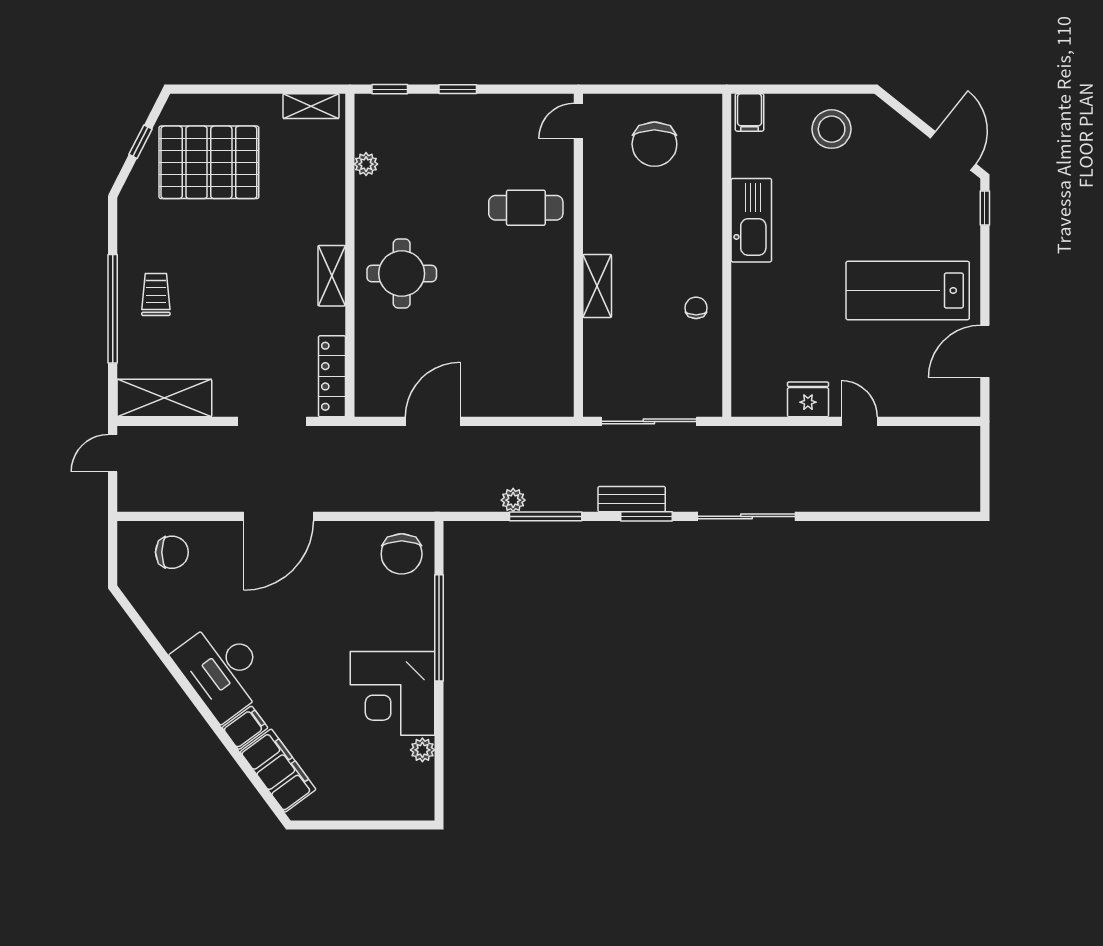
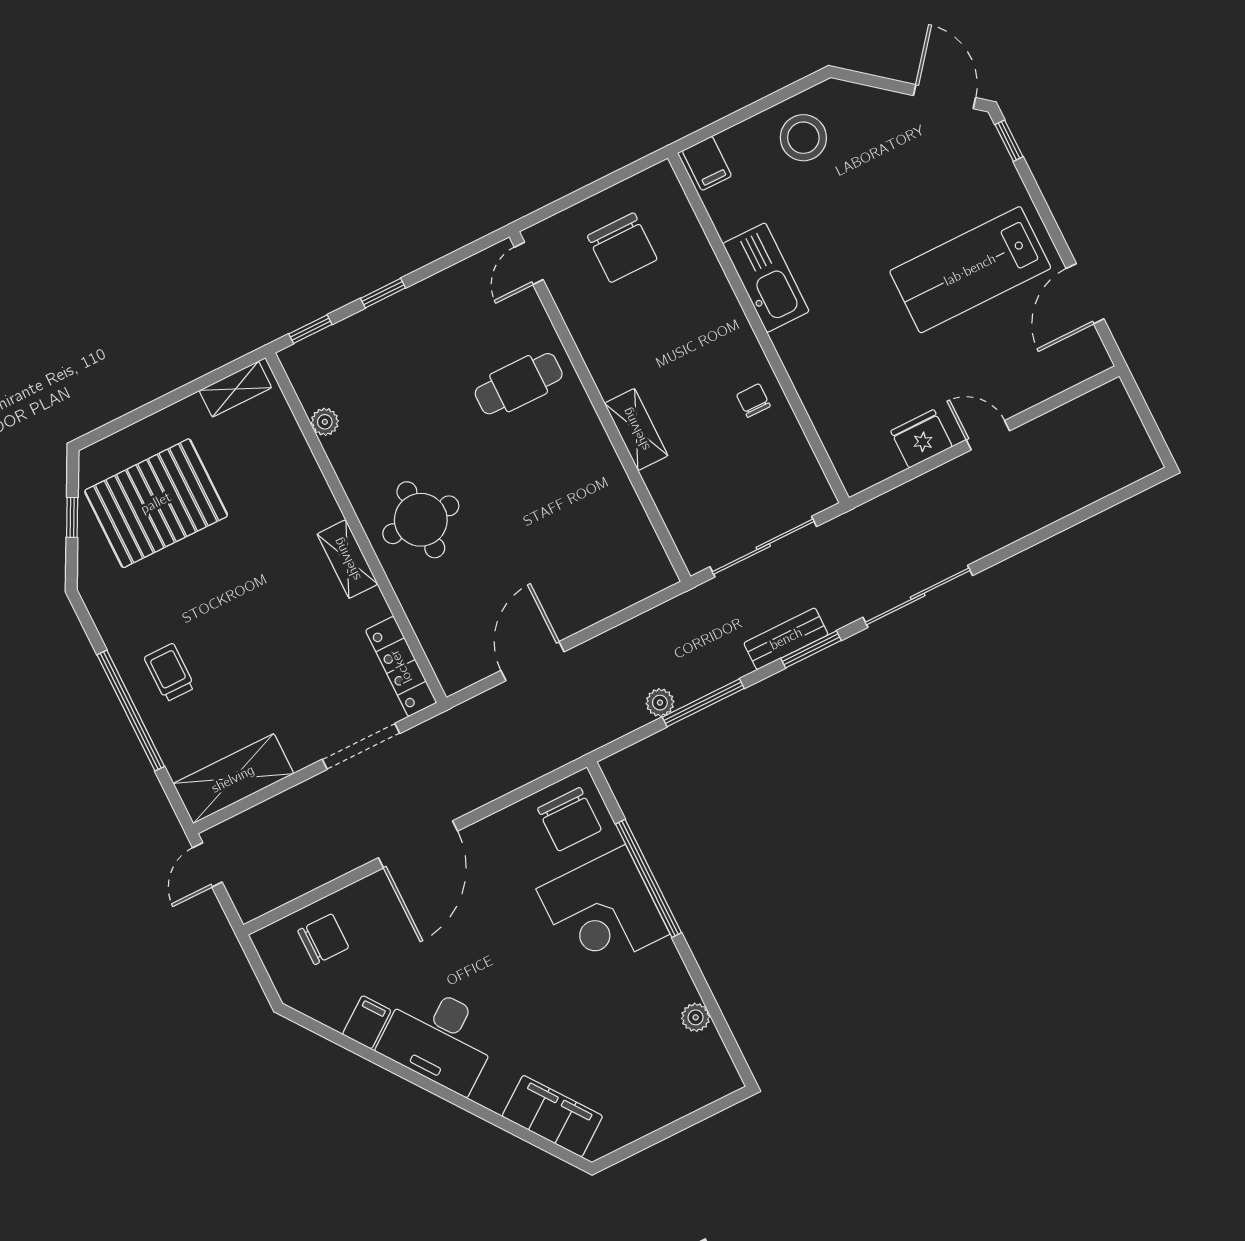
corner desk: (392, 693) -> (603, 911), moved
filing cabinet: (245, 728) -> (367, 1022), moved

